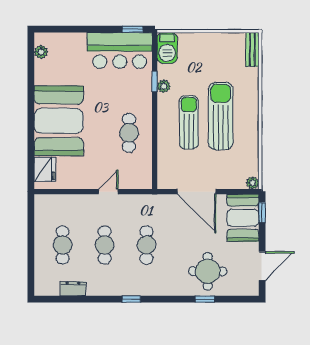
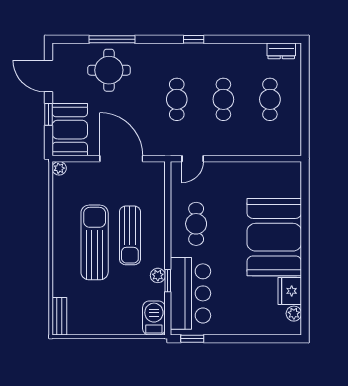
bar counter: (120, 50) -> (191, 293), moved, turned 90
sun lounger: (221, 116) -> (95, 242), turned 180
fridge: (45, 169) -> (290, 291), moved
door: (108, 192) -> (193, 159), moved
window: (262, 213) -> (49, 114), moved
door: (262, 266) -> (49, 76), hinge flipped
dresser: (73, 289) -> (281, 51), moved
window: (205, 299) -> (112, 39), width x2.17

